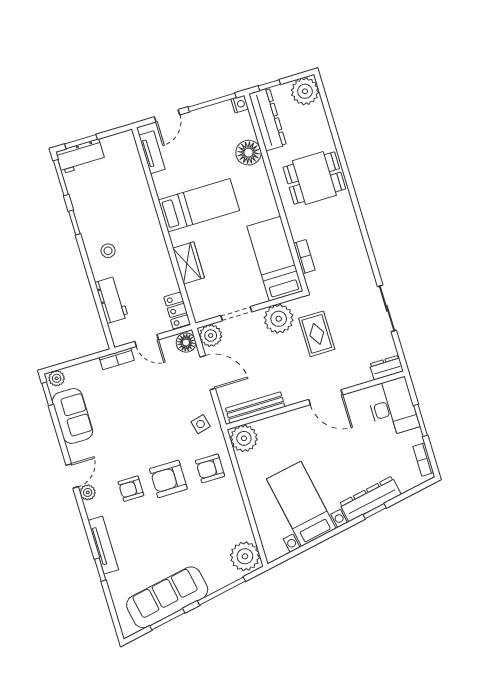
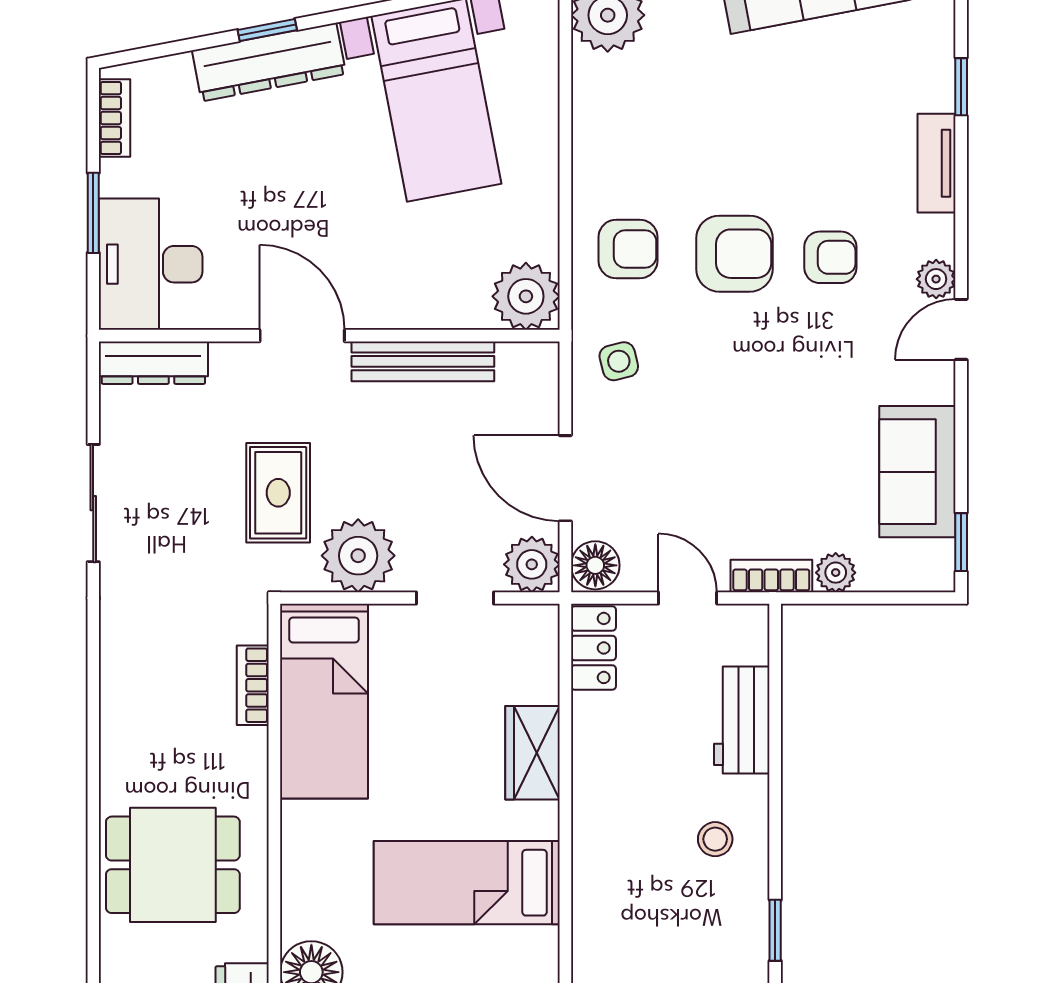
dresser: (386, 368) -> (153, 363), width x1.44
plant: (57, 378) -> (836, 573), moved
bench: (255, 408) -> (423, 361), moved
tv unit: (103, 545) -> (937, 163), width x0.71

